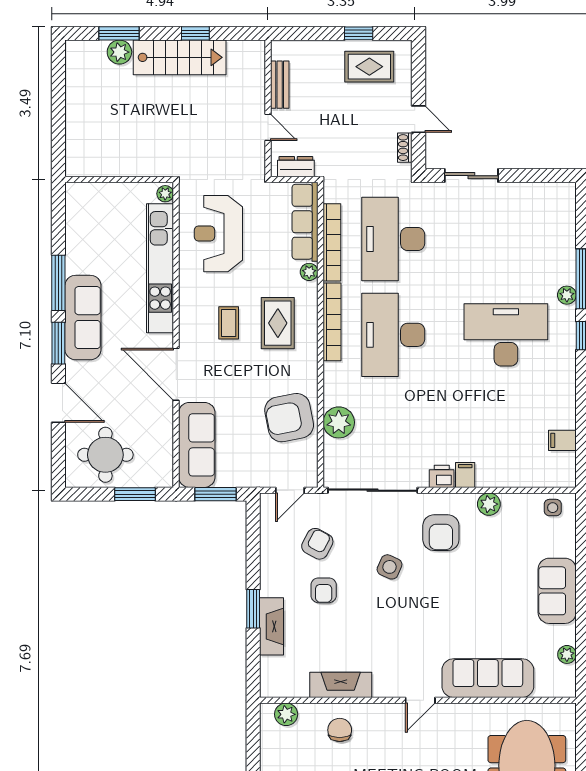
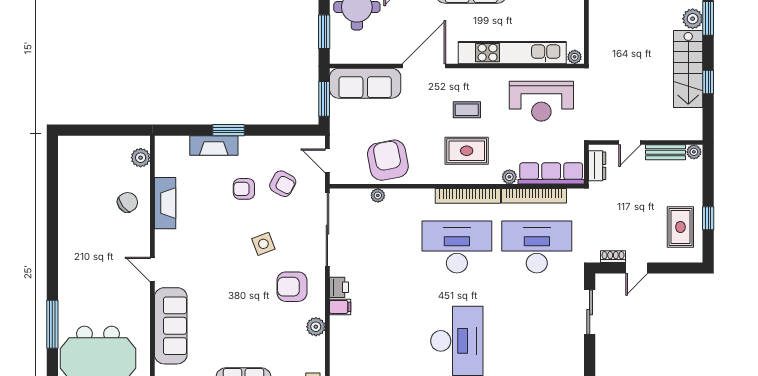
plant: (279, 51) -> (694, 152), added
reception desk: (218, 234) -> (541, 101), turned 180
plant: (339, 422) -> (378, 195), width x0.53, depth x0.53
side table: (390, 567) -> (263, 244), turned 45
chair: (340, 730) -> (128, 202), turned -37

